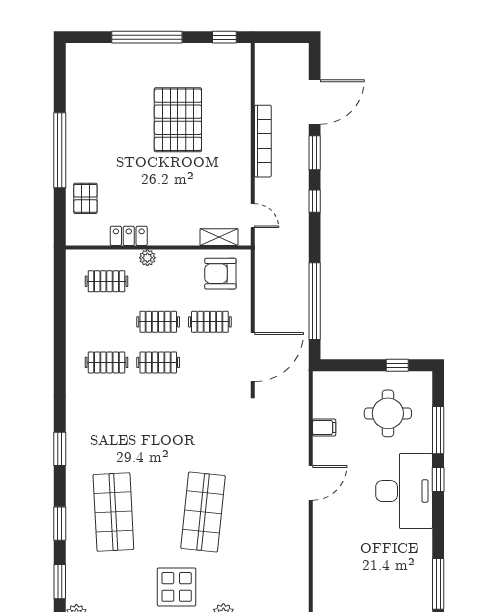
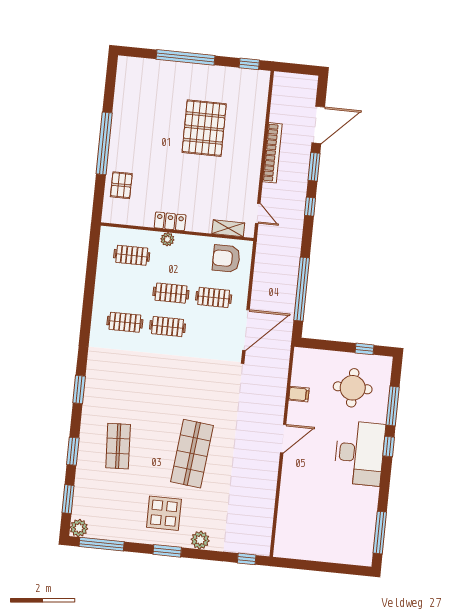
locker: (129, 236) -> (170, 221), moved
shop shelf: (113, 512) -> (118, 446), width x0.70, depth x0.74

